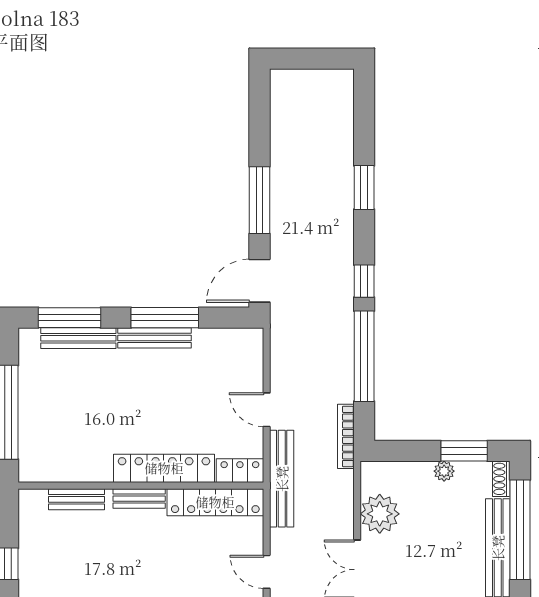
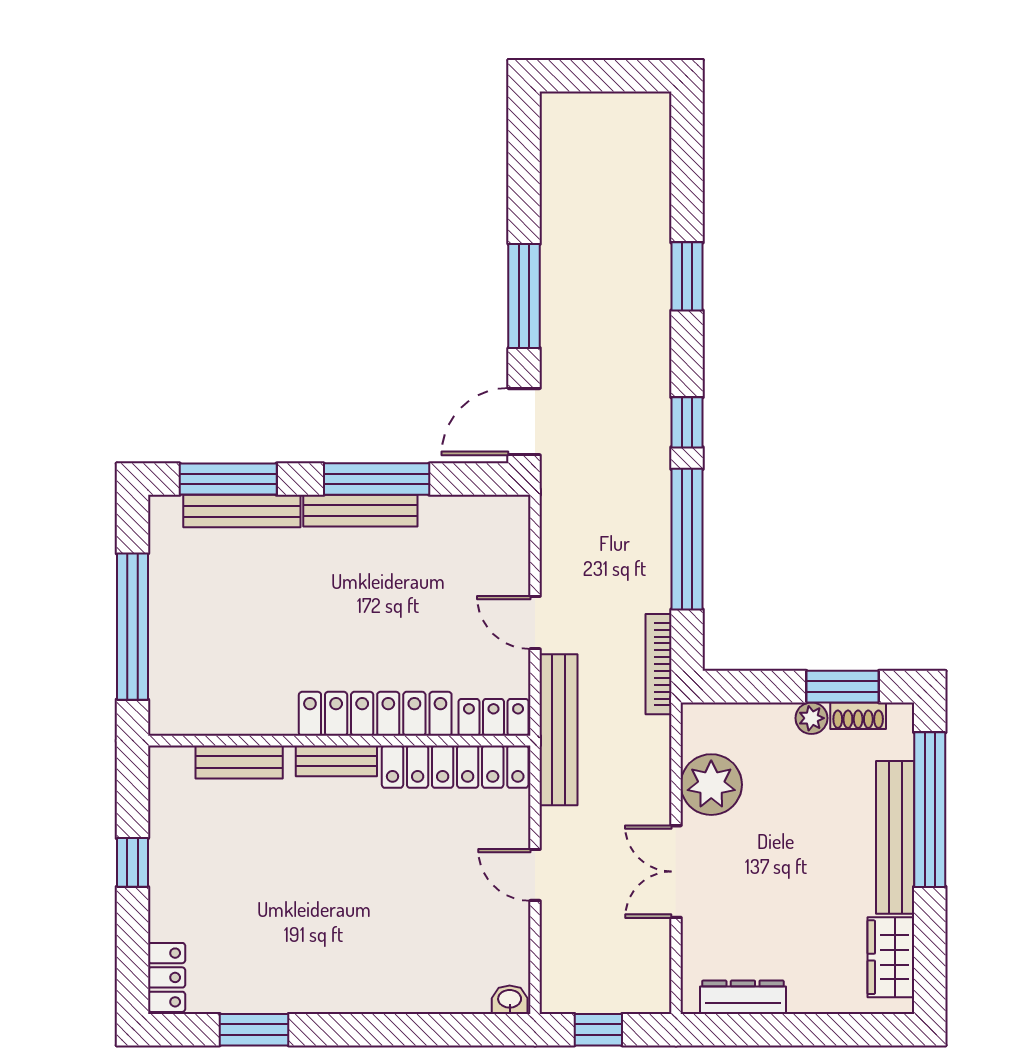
shoe rack: (501, 479) -> (858, 716), moved, turned -90

